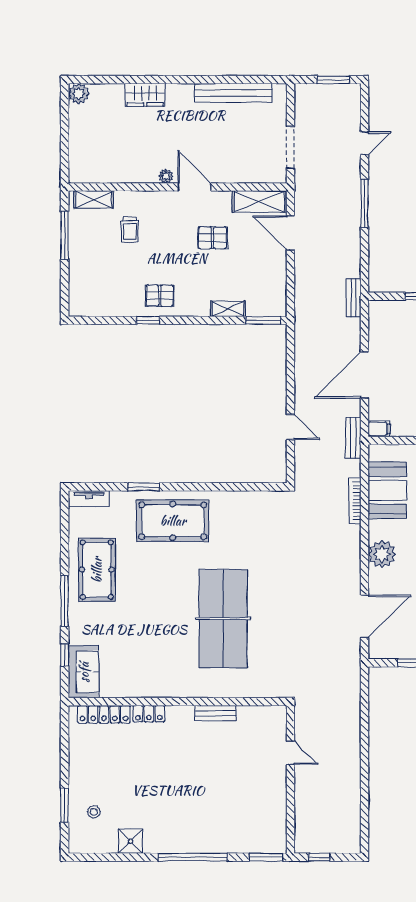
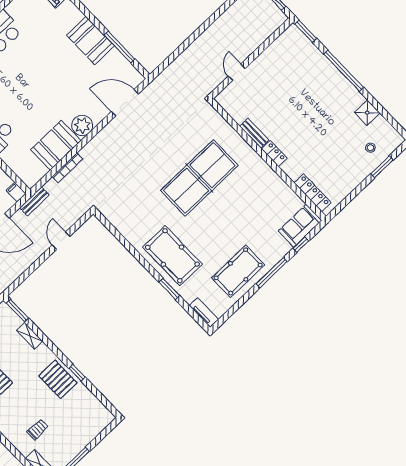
pallet: (160, 296) -> (58, 379), width x1.50, depth x1.42
booth: (387, 490) -> (56, 145), moved
locker: (149, 714) -> (274, 154), moved

